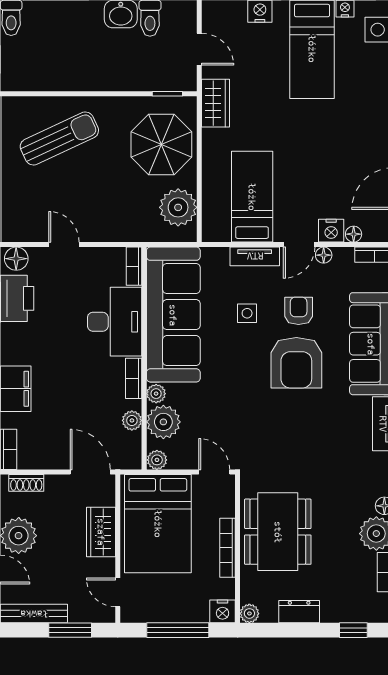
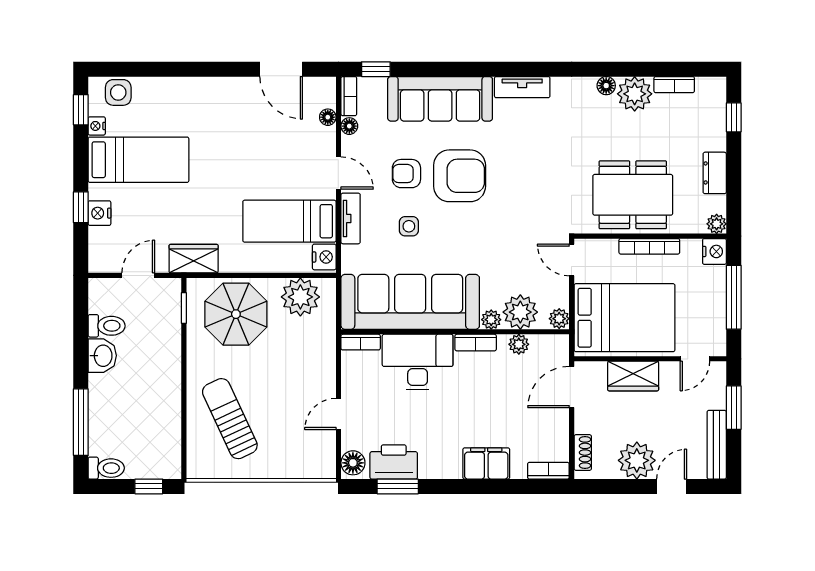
nightstand: (331, 231) -> (324, 257), moved
floor lamp: (324, 255) -> (349, 126), moved
door: (214, 472) -> (572, 260), hinge flipped

